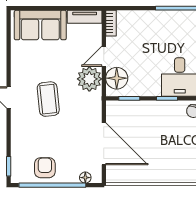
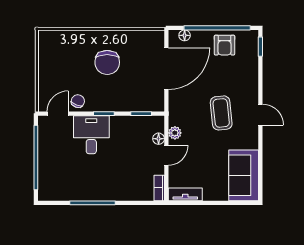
sofa: (40, 25) -> (244, 175), moved, turned -90
floor lamp: (117, 78) -> (159, 139), width x0.53, depth x0.53
plant: (89, 79) -> (175, 133), width x0.53, depth x0.53
door: (104, 144) -> (166, 69), swing flipped
chair: (164, 150) -> (107, 62), added

